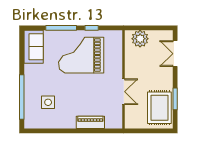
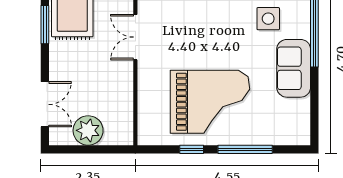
plant: (140, 39) -> (88, 130), moved
sofa: (34, 47) -> (294, 68), moved

